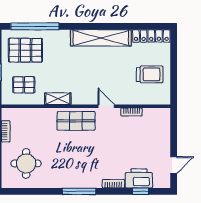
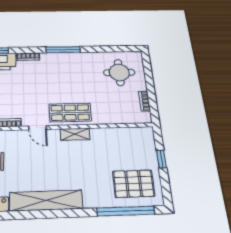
pallet: (24, 85) -> (131, 147), removed
shelving: (58, 99) -> (75, 134), moved

